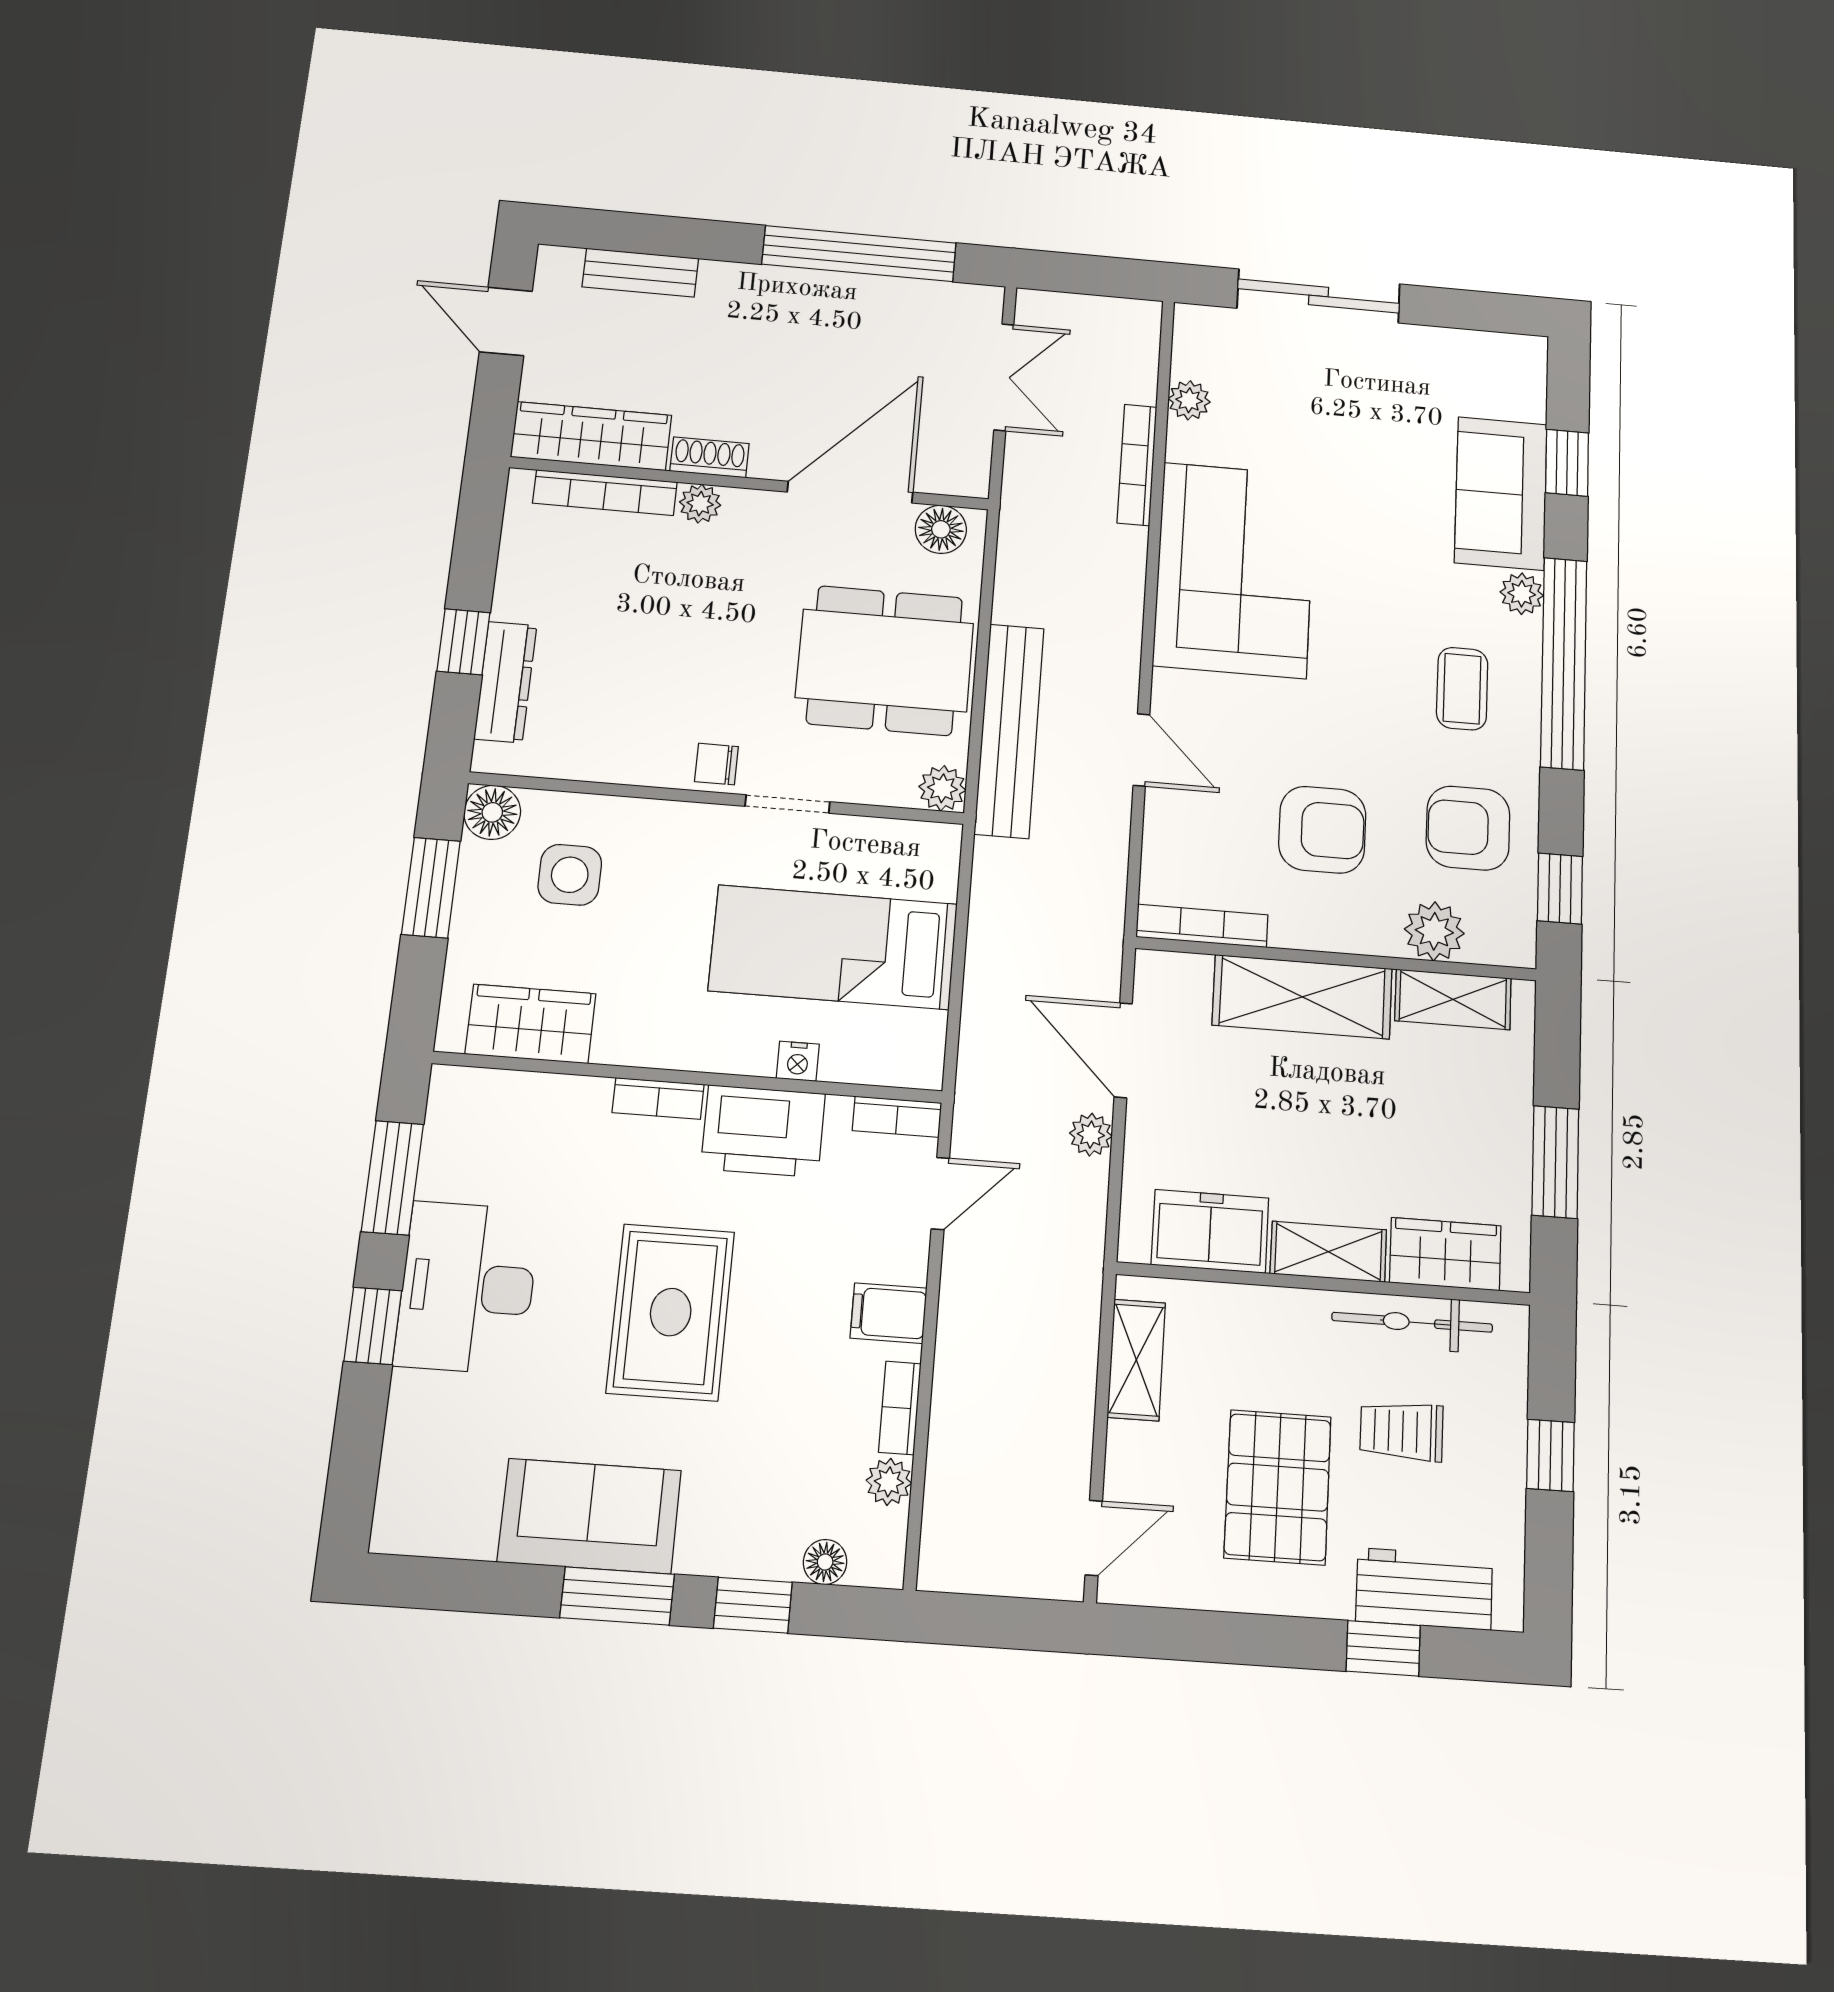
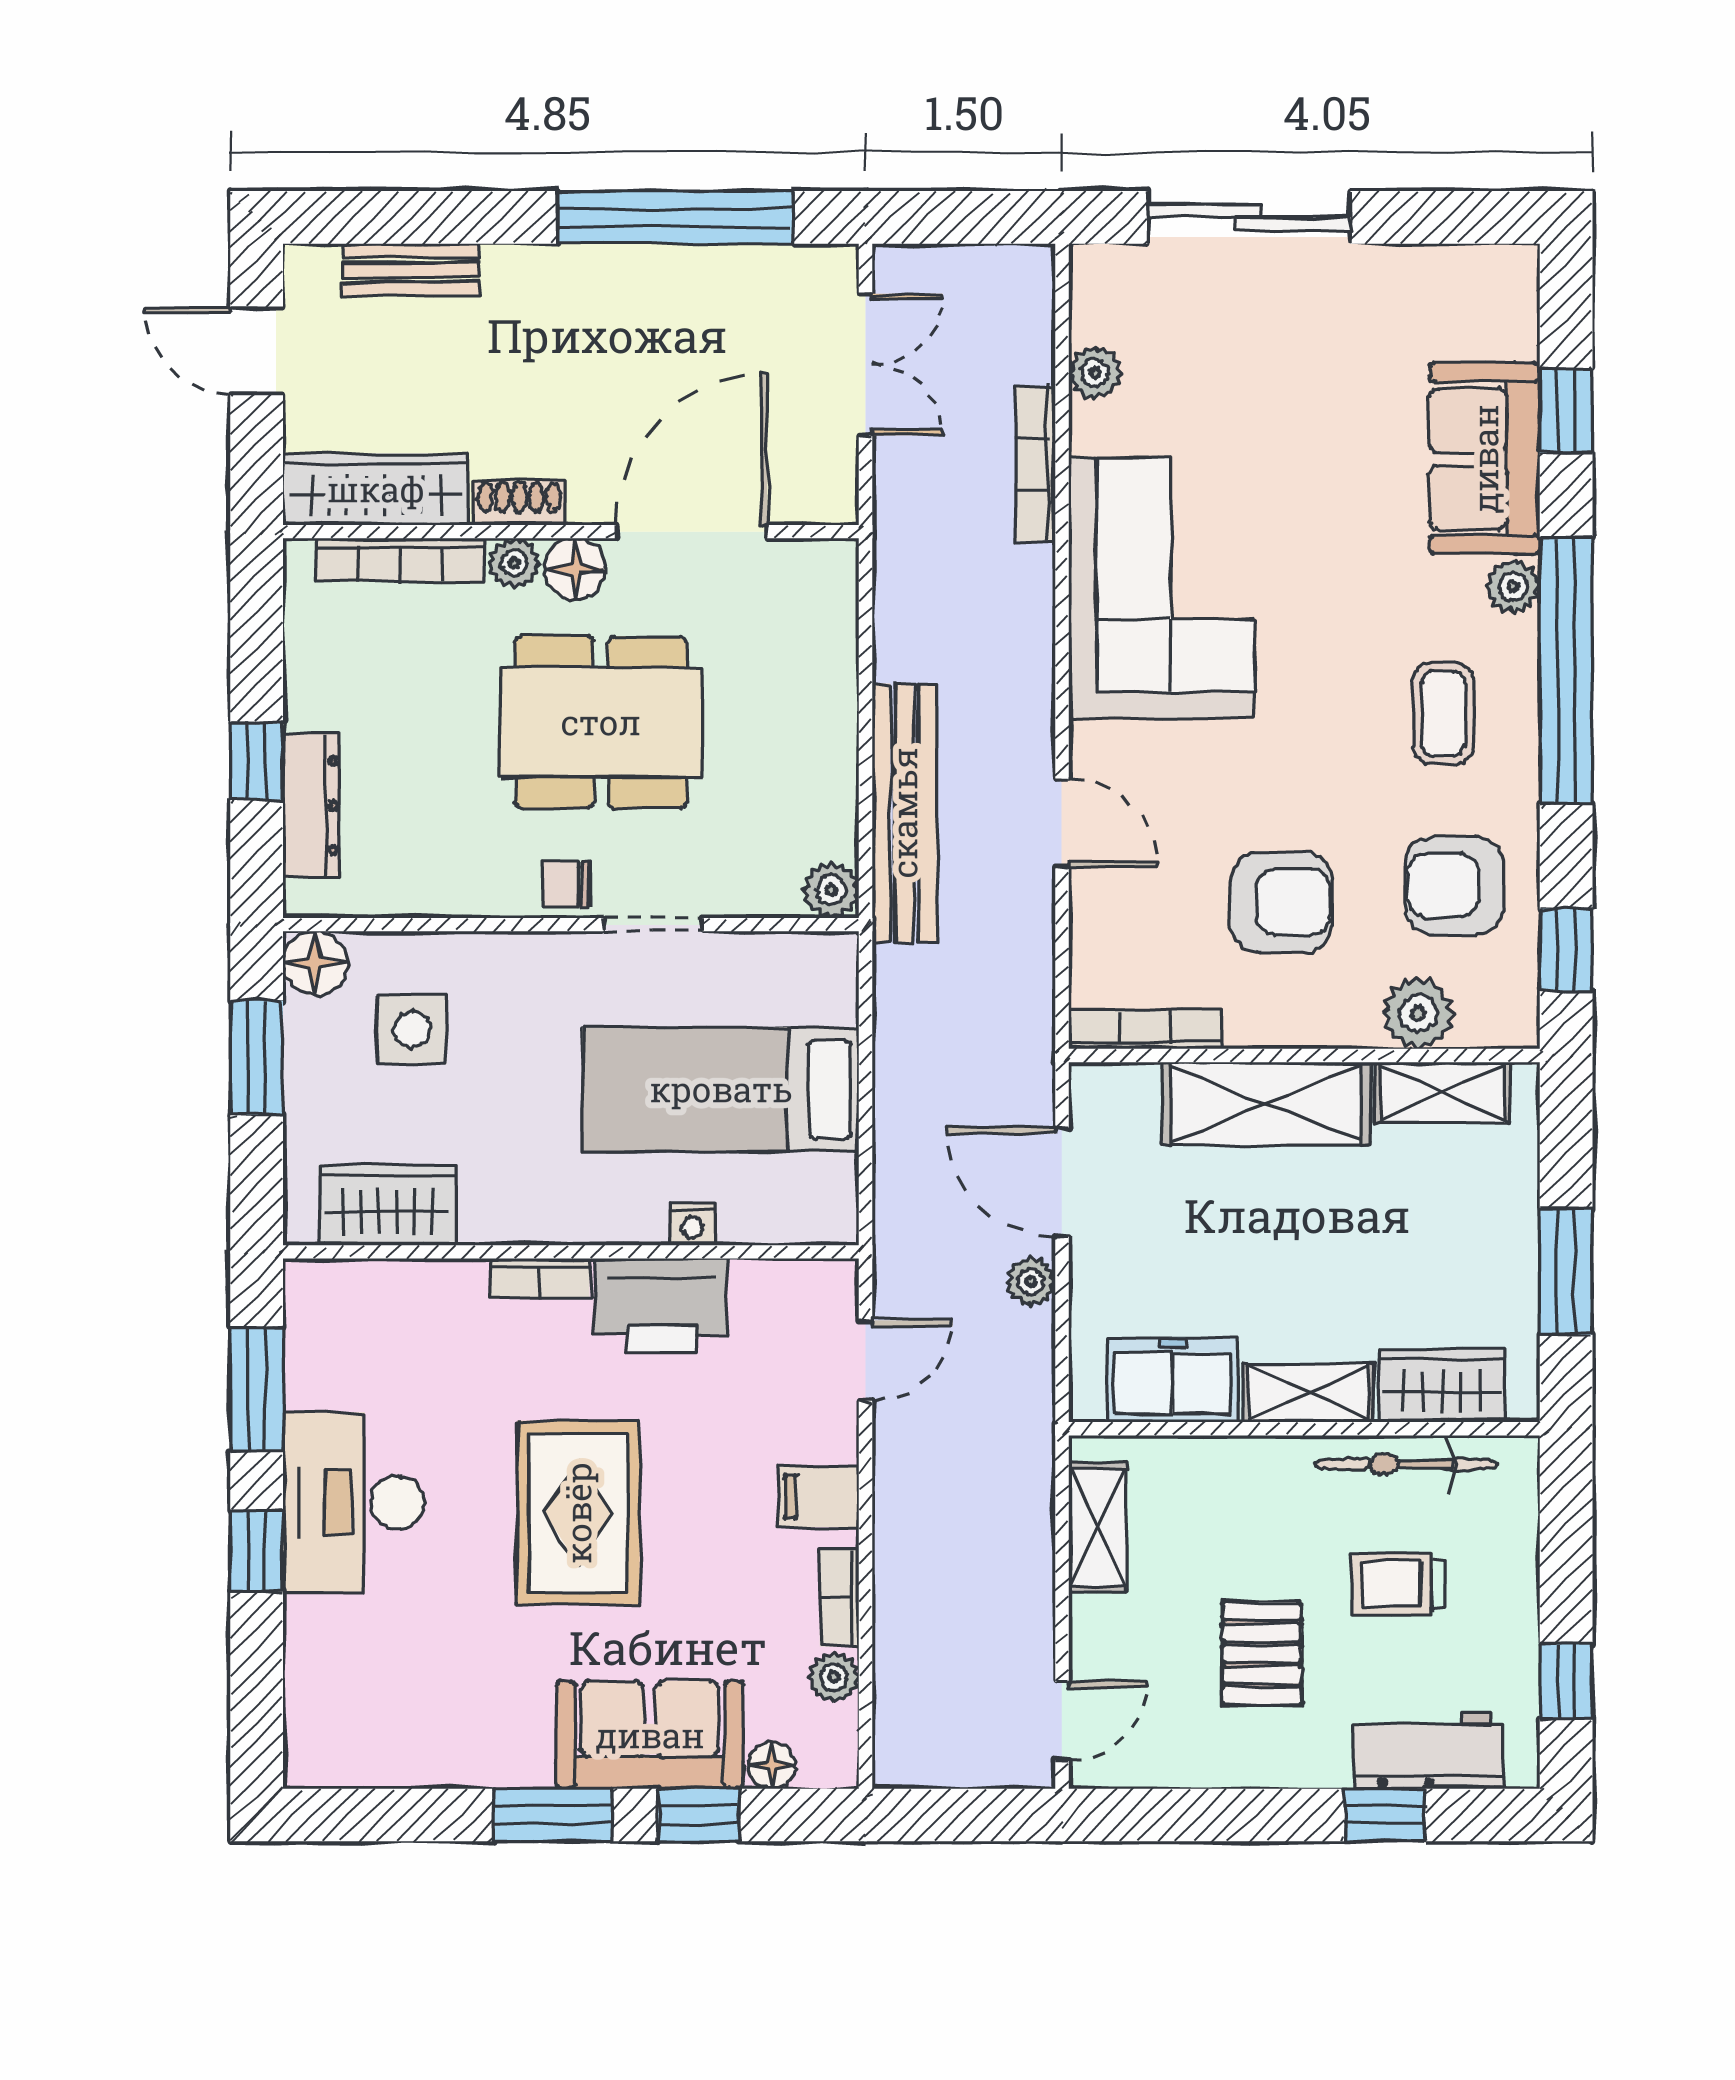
floor lamp: (941, 529) -> (575, 569), moved
dining table: (885, 660) -> (601, 722), moved
bookcase: (897, 1117) -> (810, 1278), removed
window: (1551, 1455) -> (1566, 1681), moved
pallet: (1278, 1487) -> (1262, 1654), width x0.67, depth x0.71
sofa: (590, 1516) -> (650, 1735), moved

